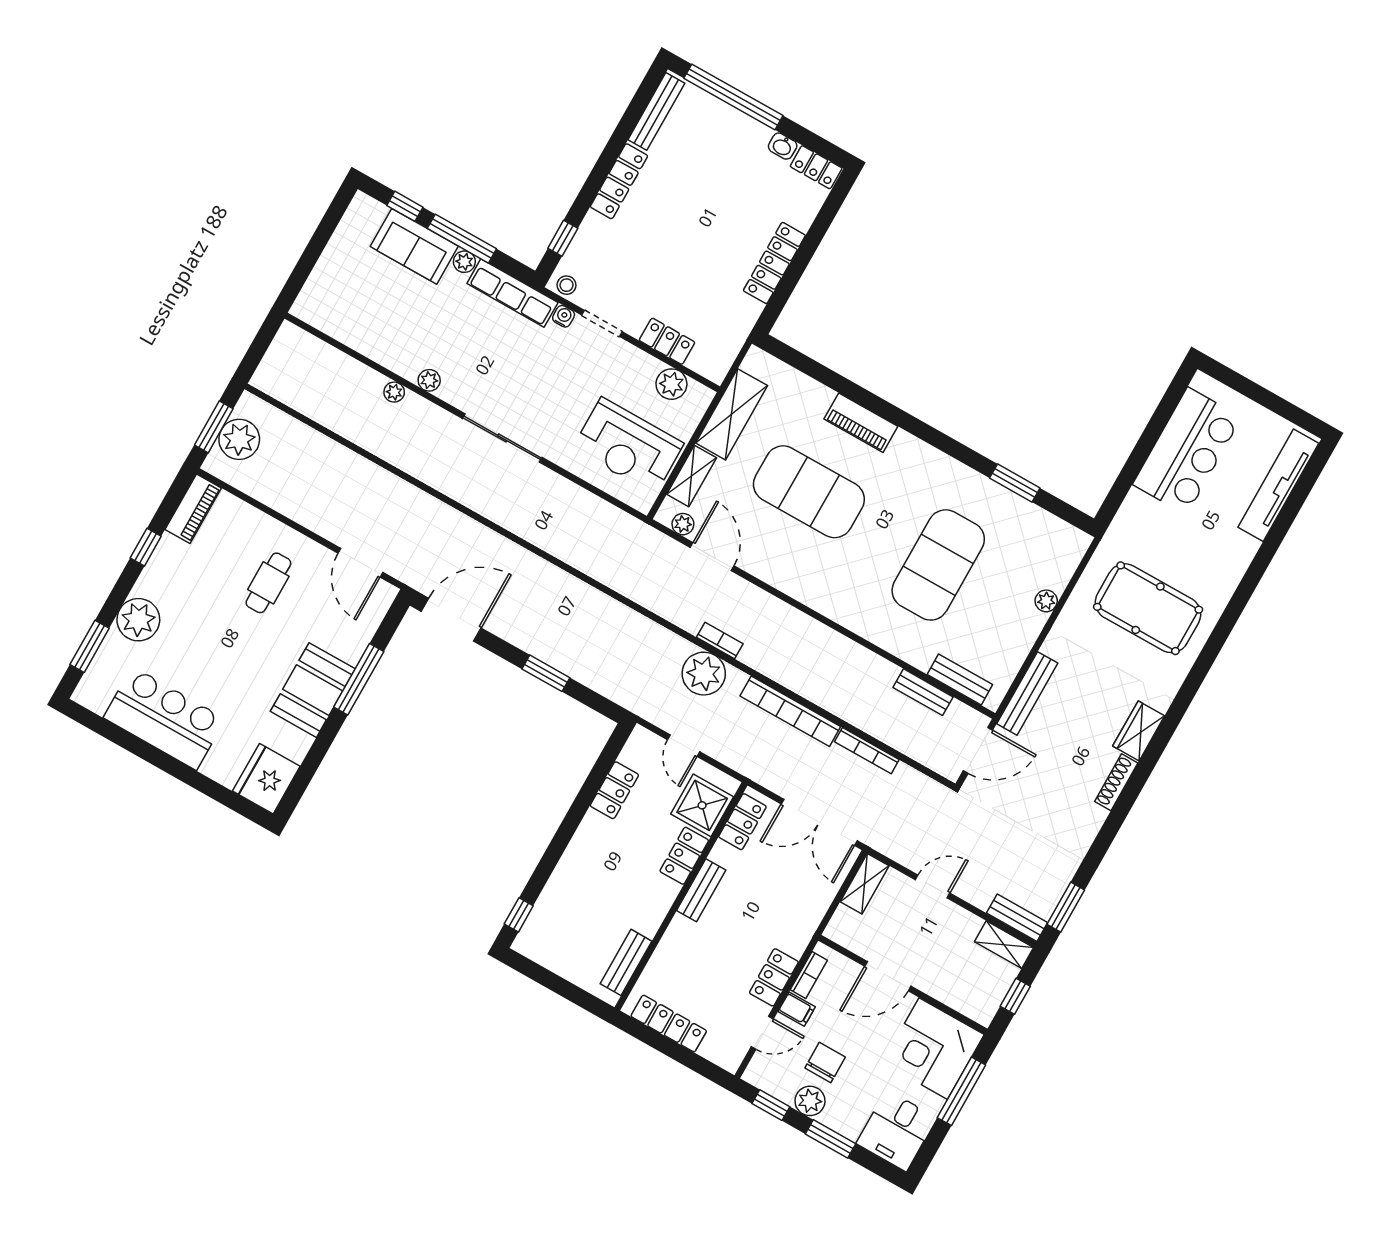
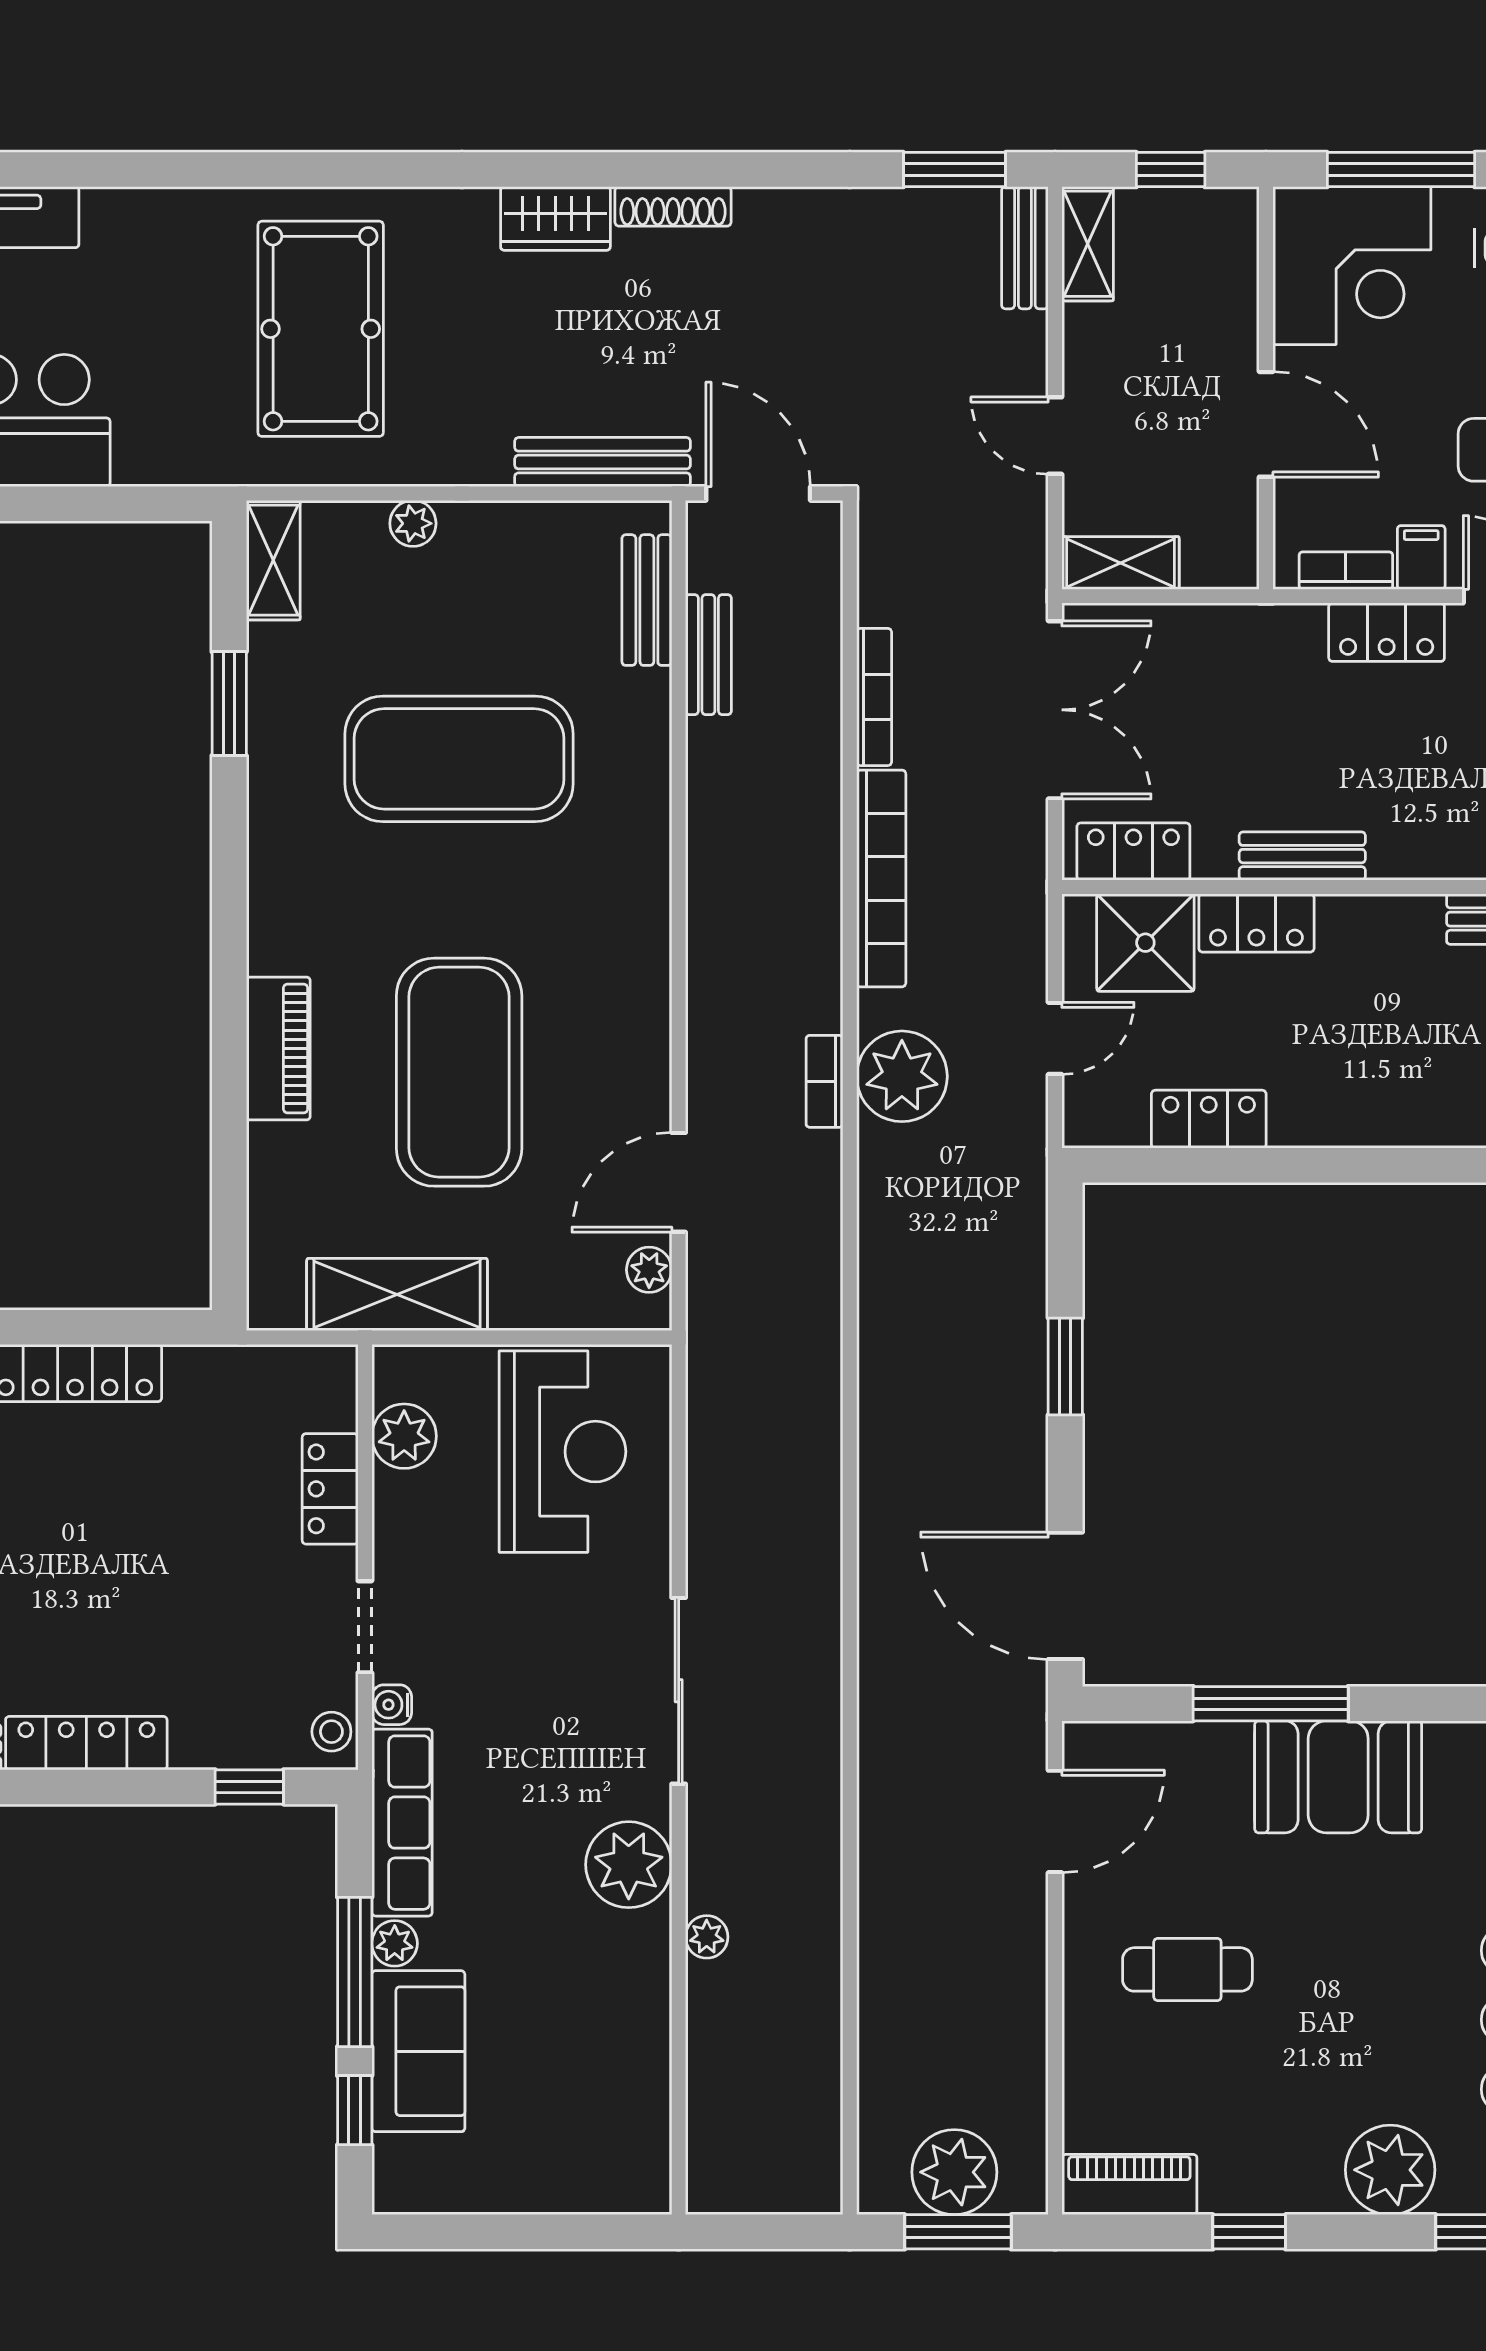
plant: (429, 380) -> (629, 1865), width x1.87, depth x1.87
shelving: (692, 476) -> (273, 560), moved, turned 90

